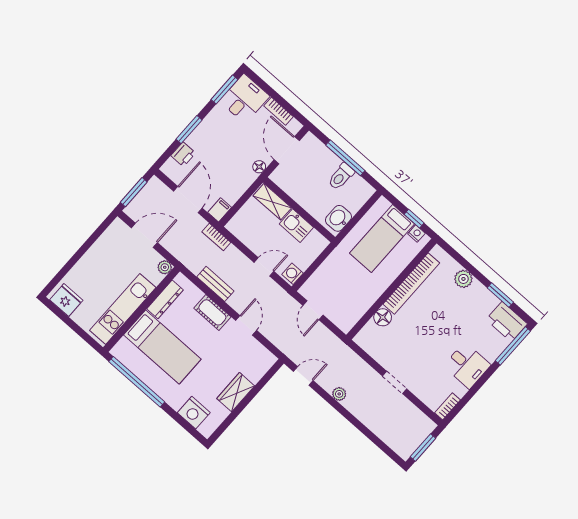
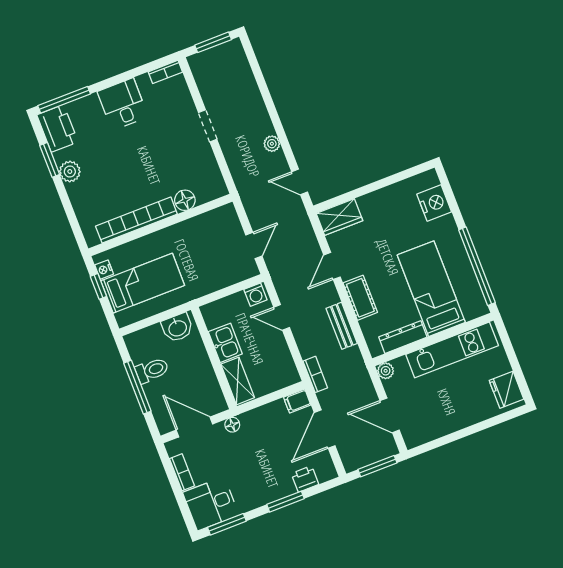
door: (287, 150) -> (194, 427), swing flipped
plant: (463, 279) -> (70, 172), moved
wardrobe: (236, 392) -> (339, 217), moved

